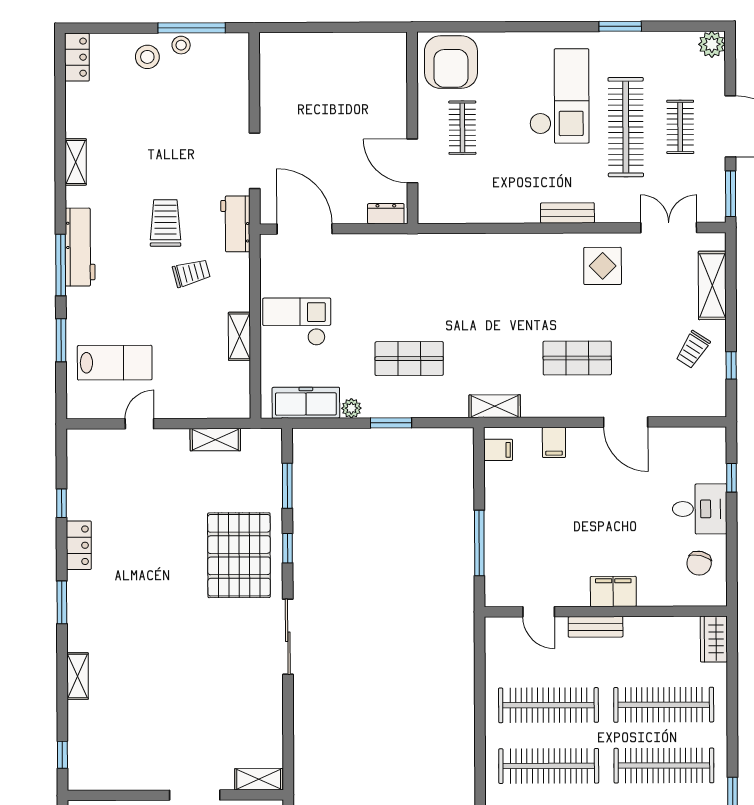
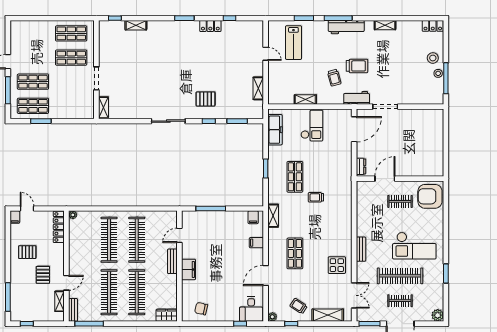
trolley: (454, 312) -> (316, 197), added
plant: (351, 408) -> (272, 317), moved
desk: (700, 509) -> (251, 309), moved
pallet: (239, 555) -> (206, 99), width x0.49, depth x0.50
shelving: (78, 676) -> (136, 25), moved

